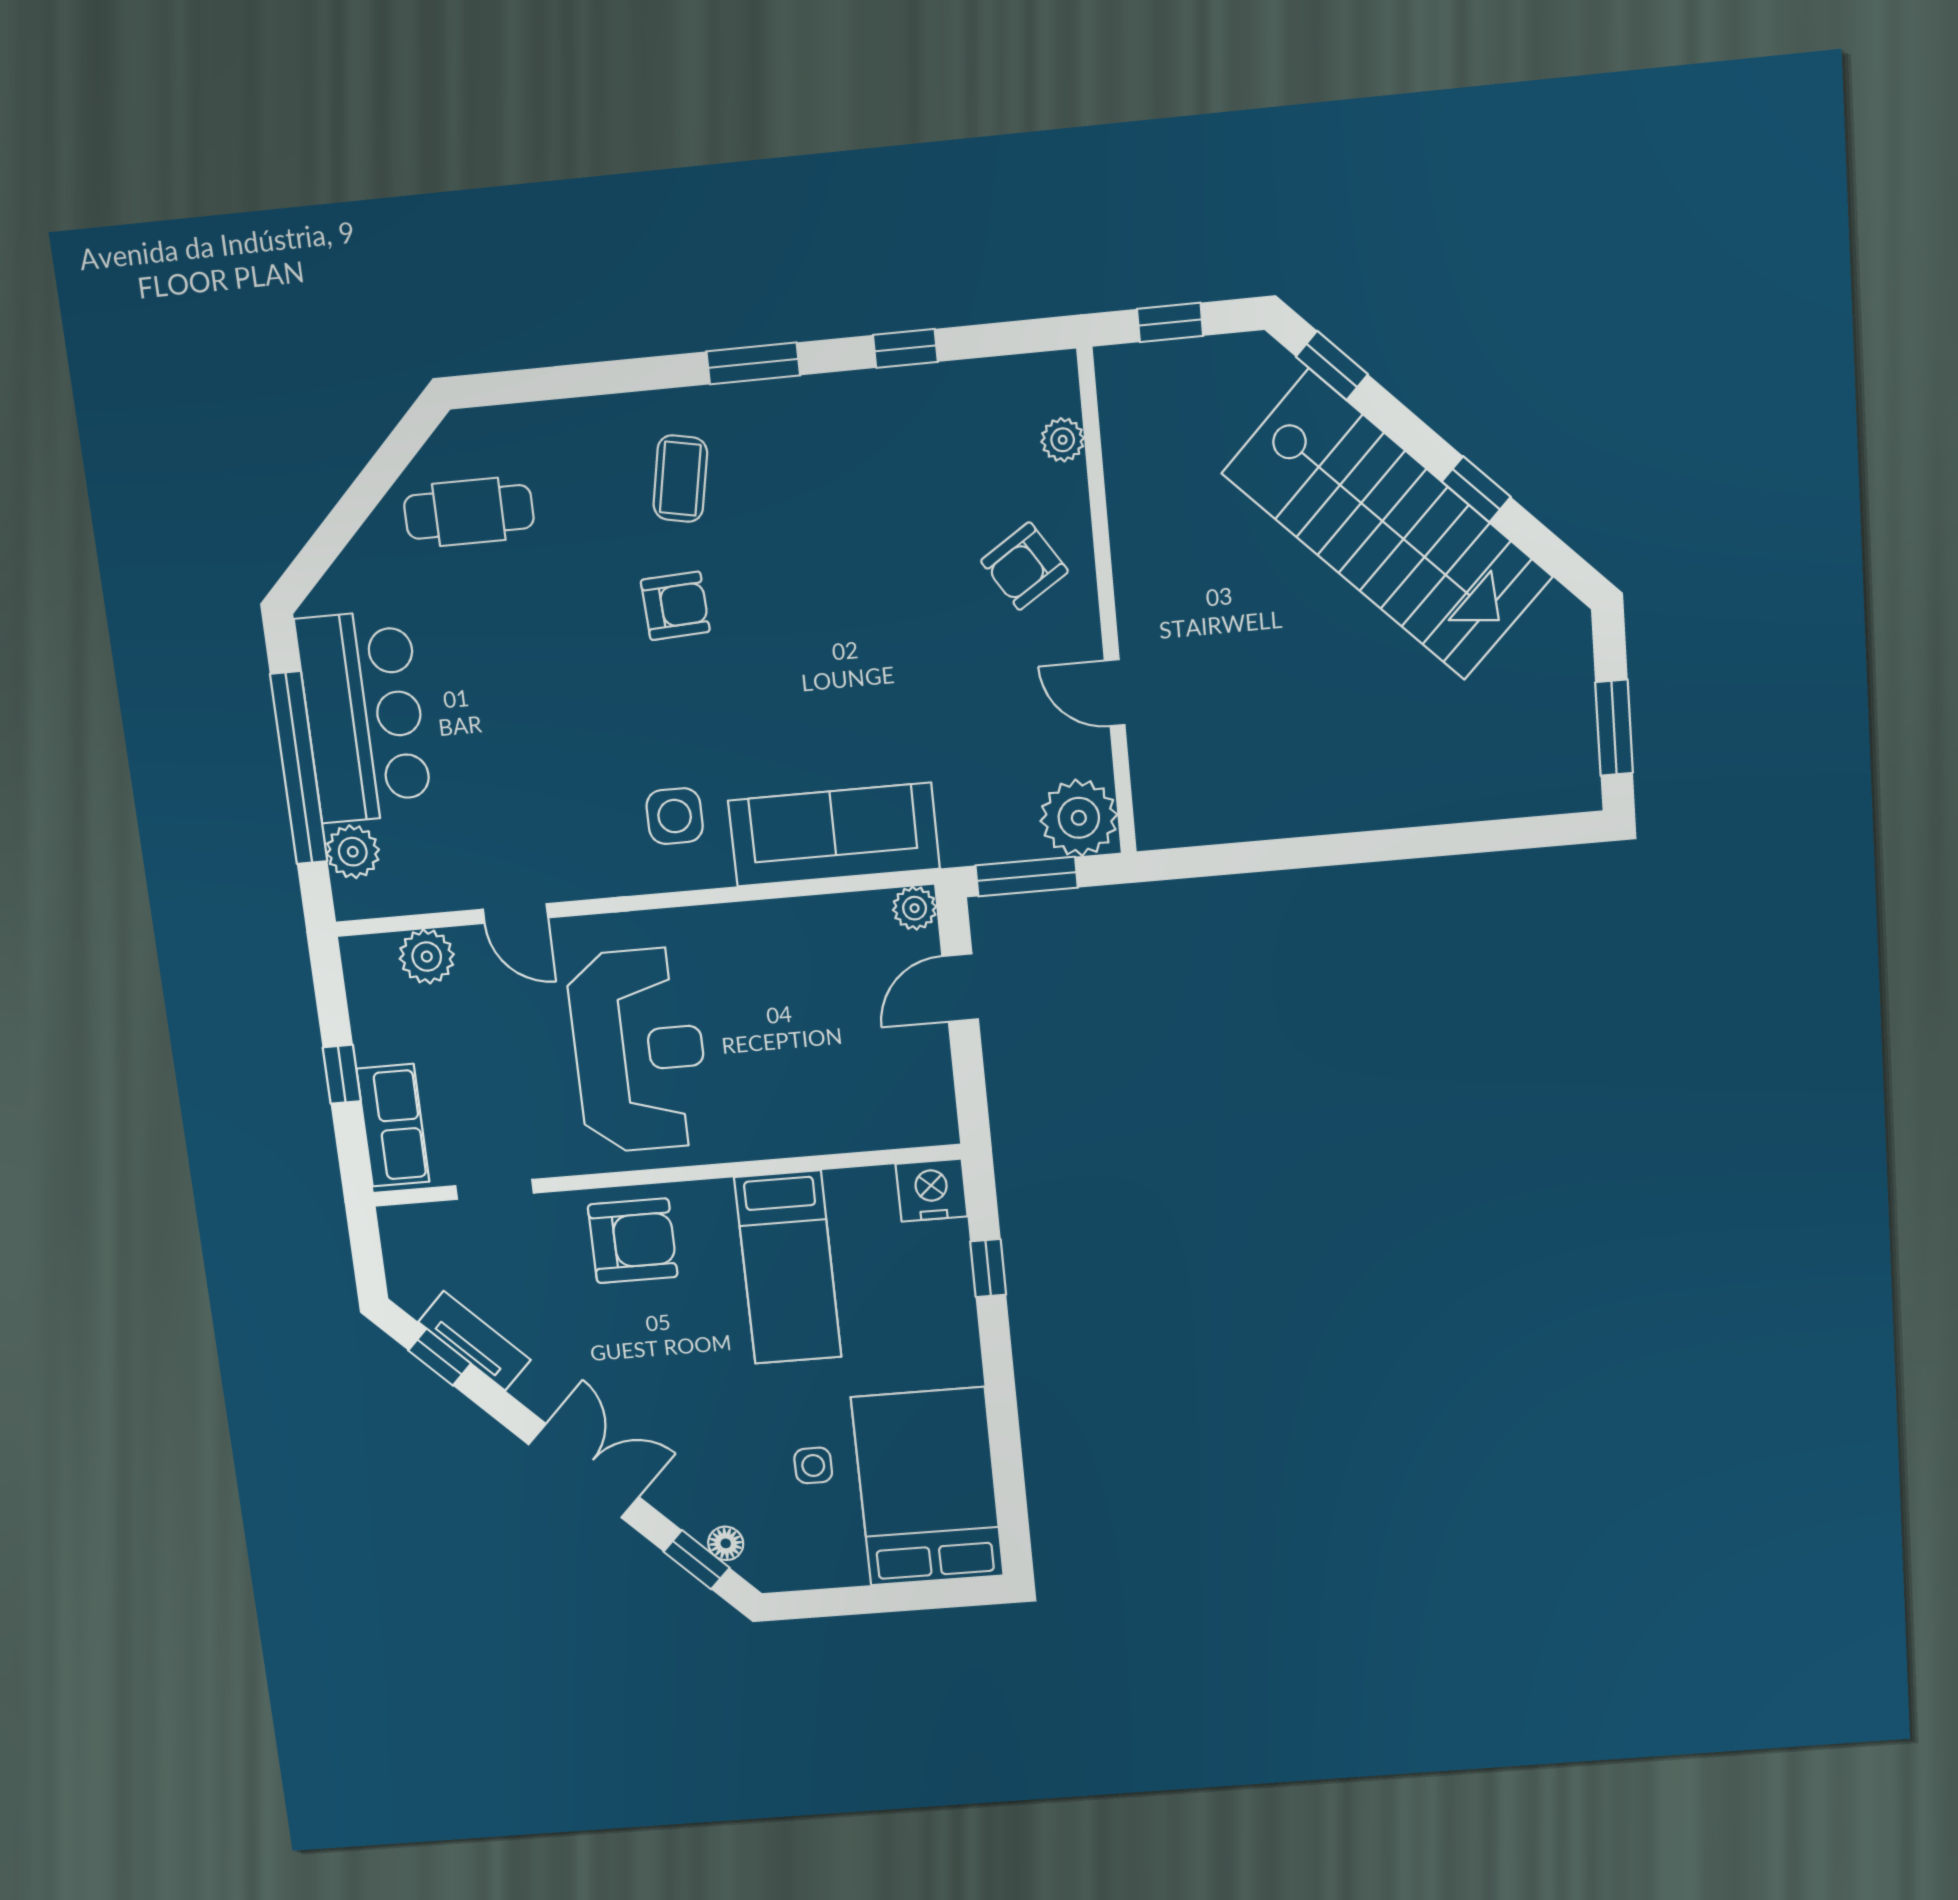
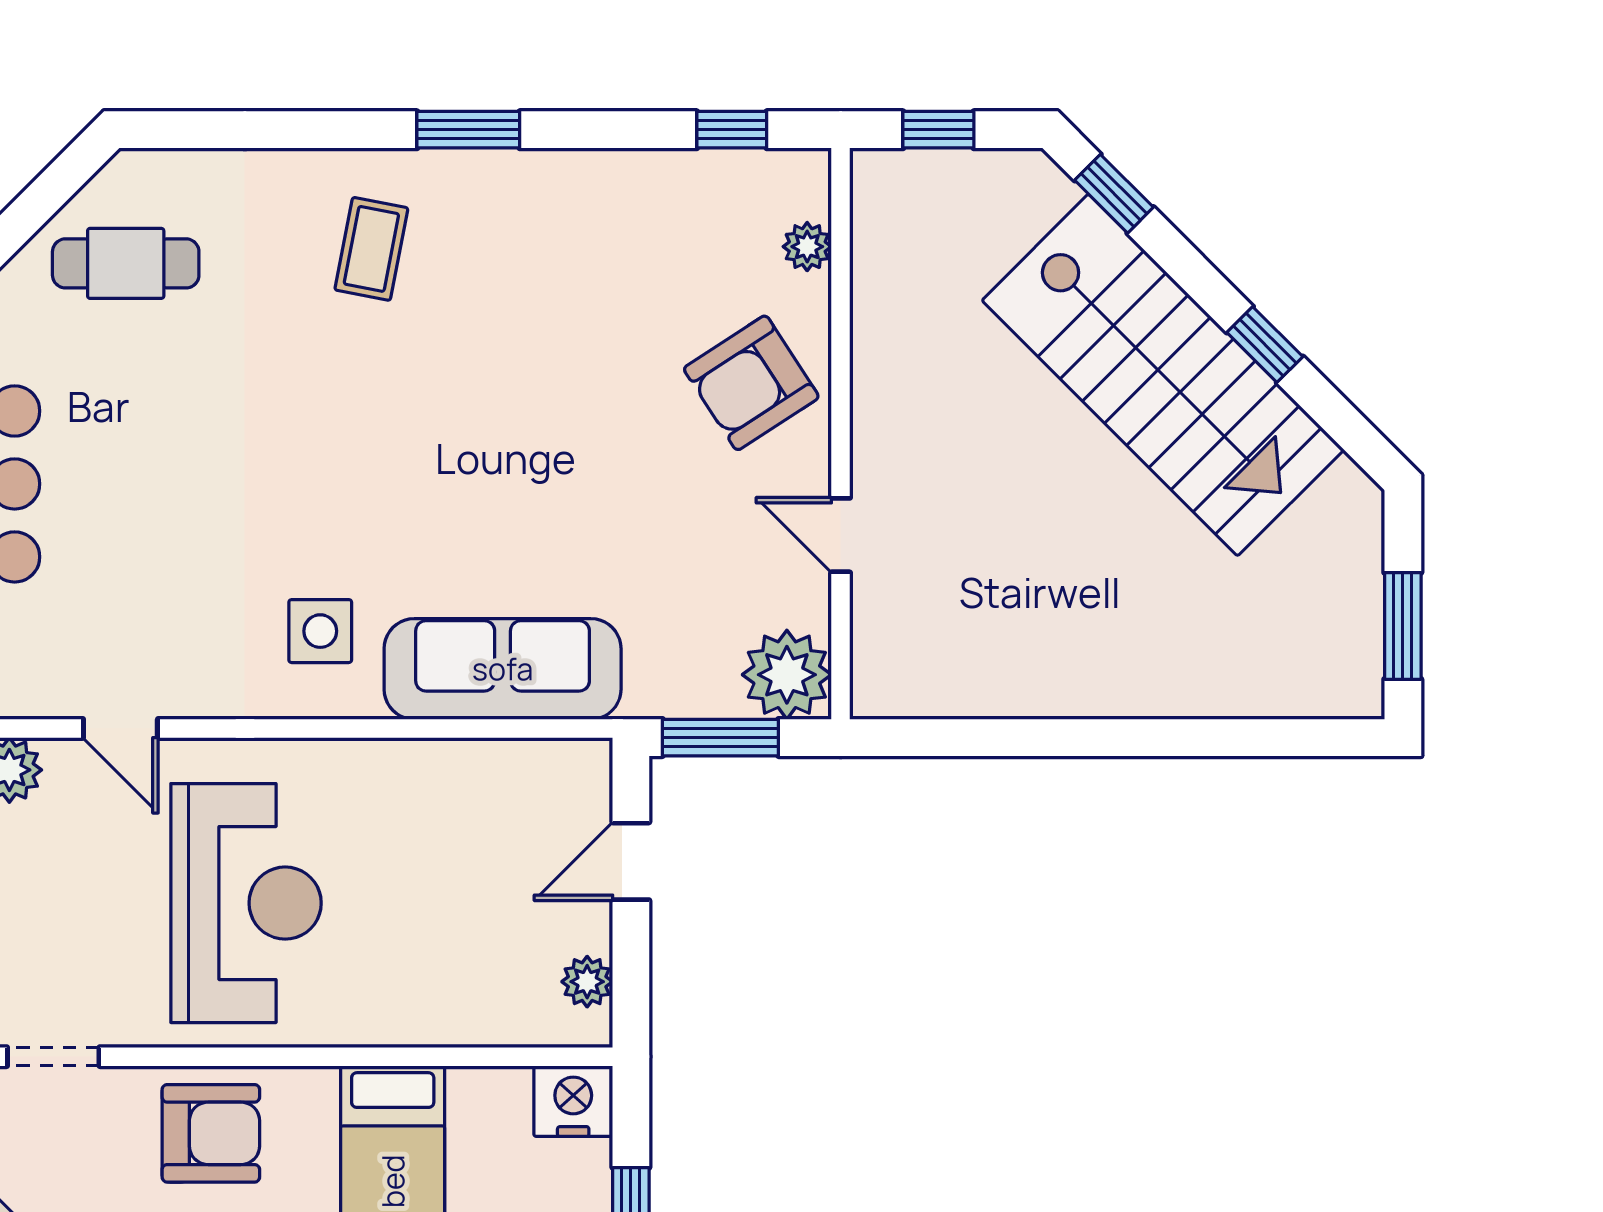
window: (905, 348) -> (732, 130), moved
armchair: (1024, 566) -> (751, 383), width x1.38, depth x1.38
armchair: (675, 606) -> (349, 391), removed
plant: (915, 908) -> (587, 982), moved

